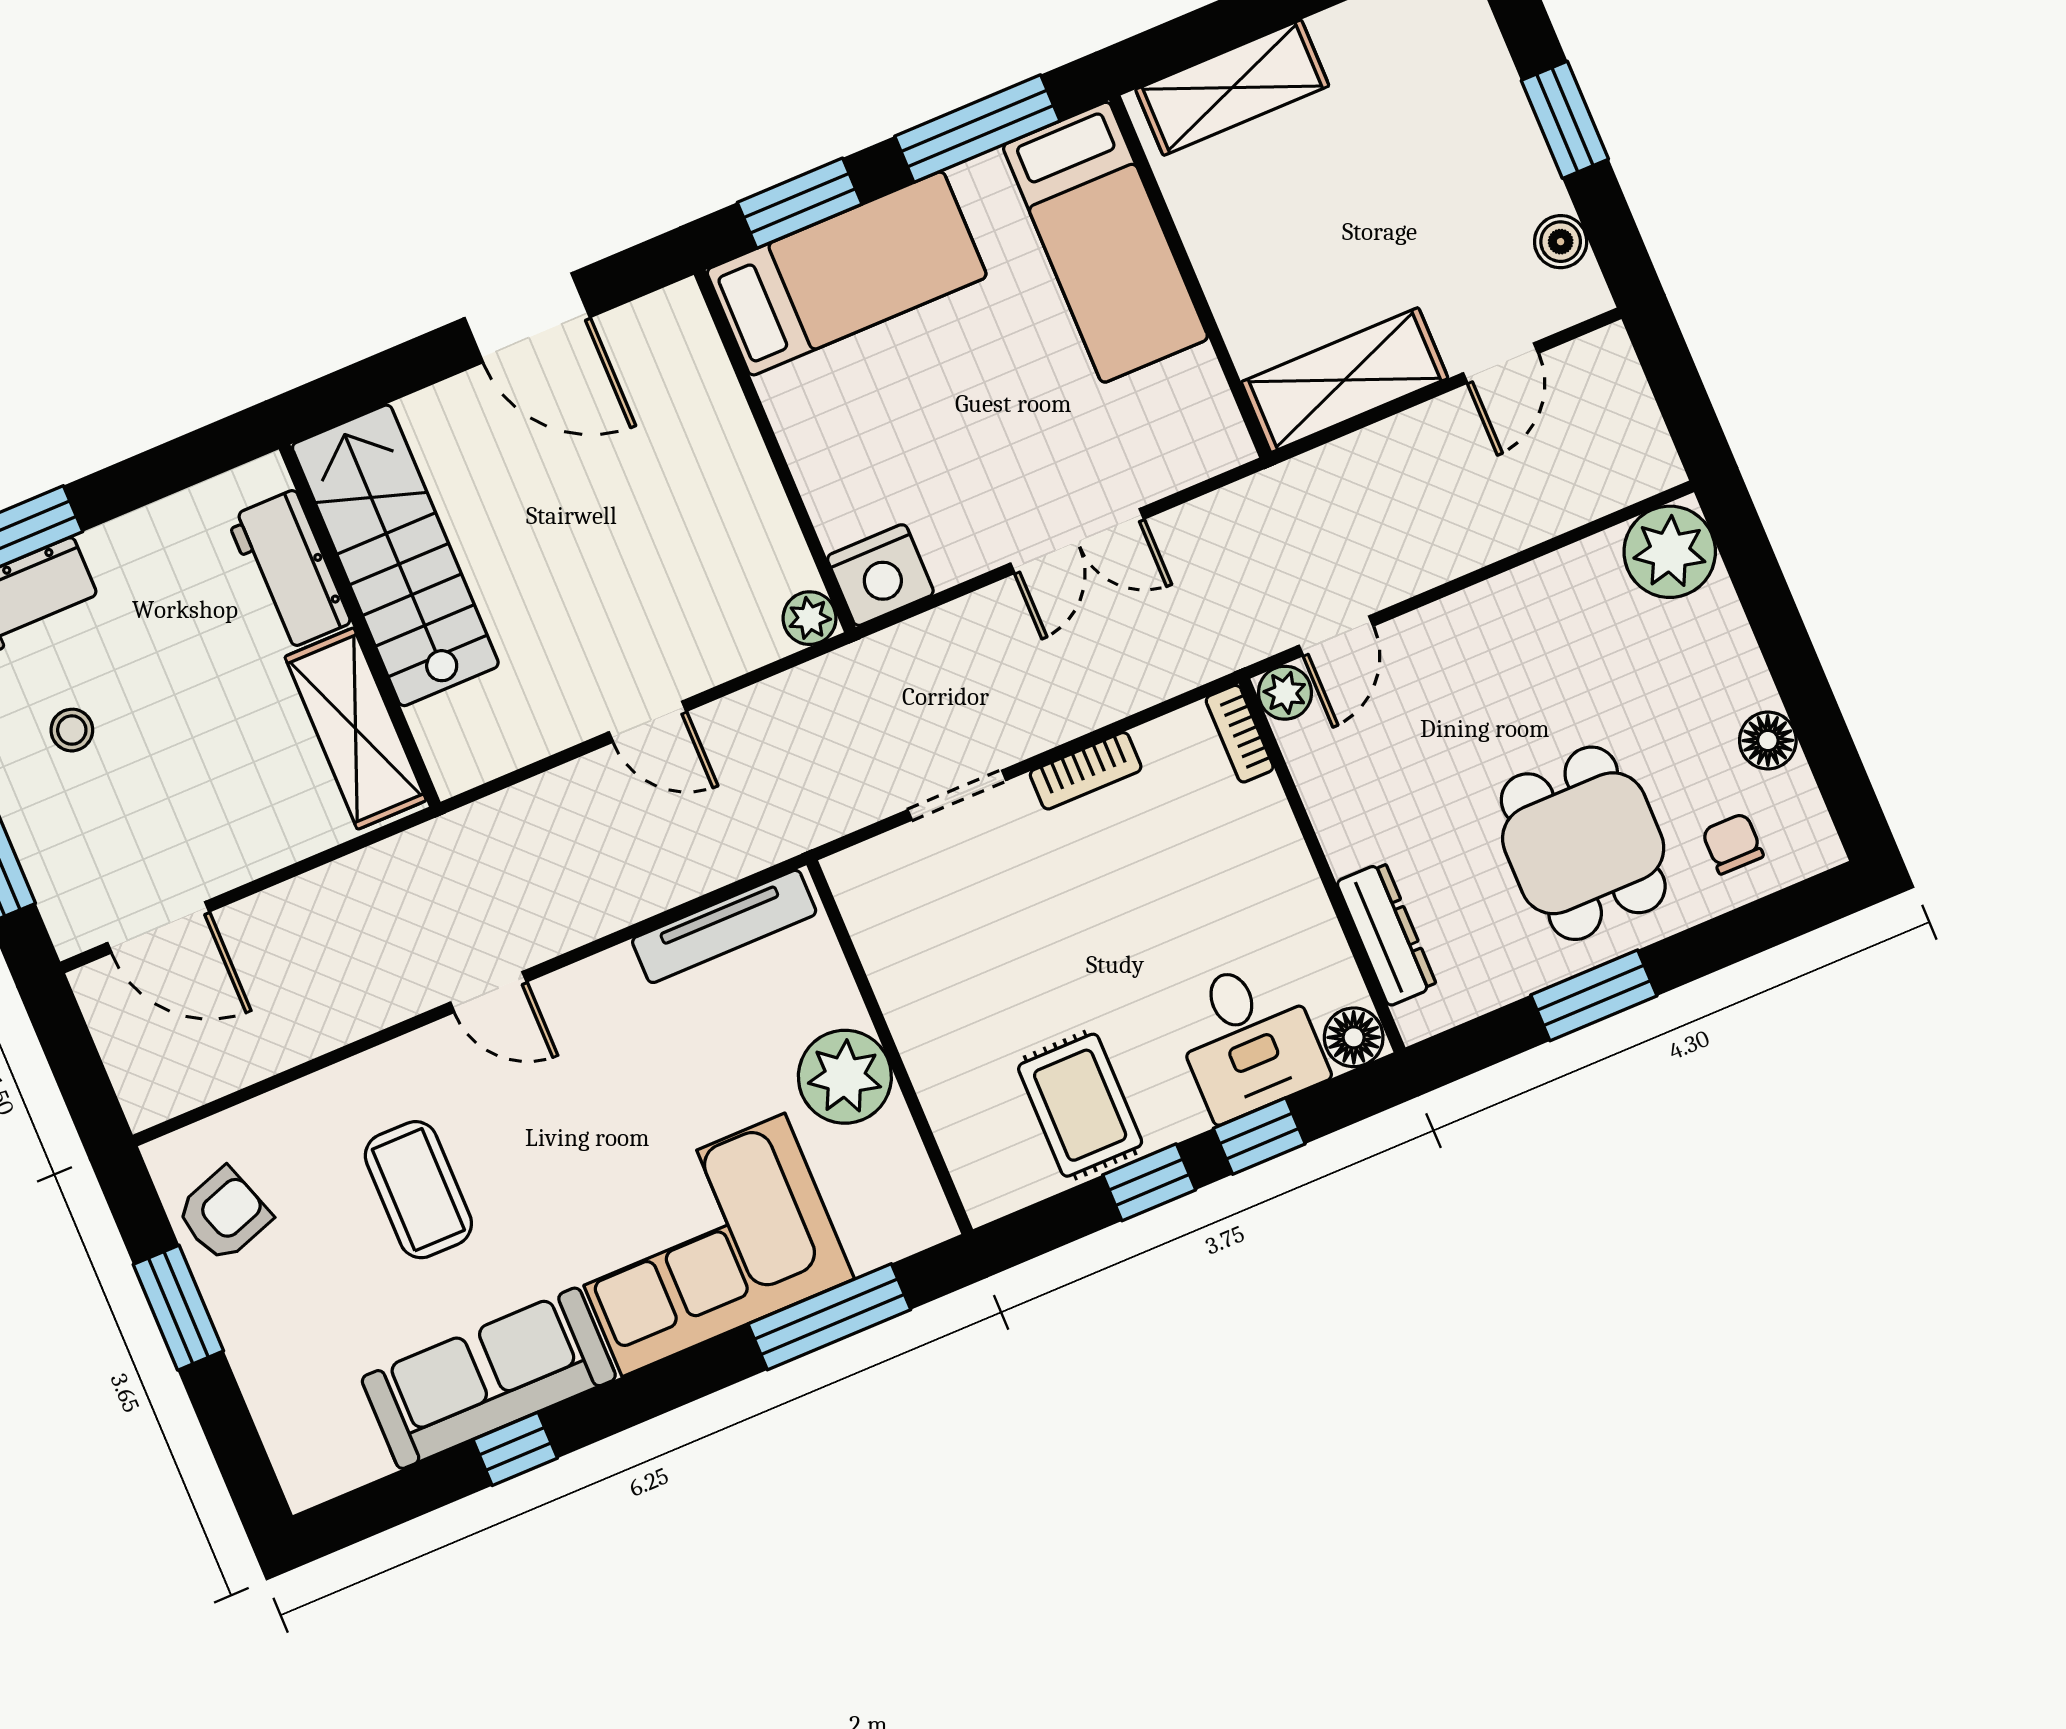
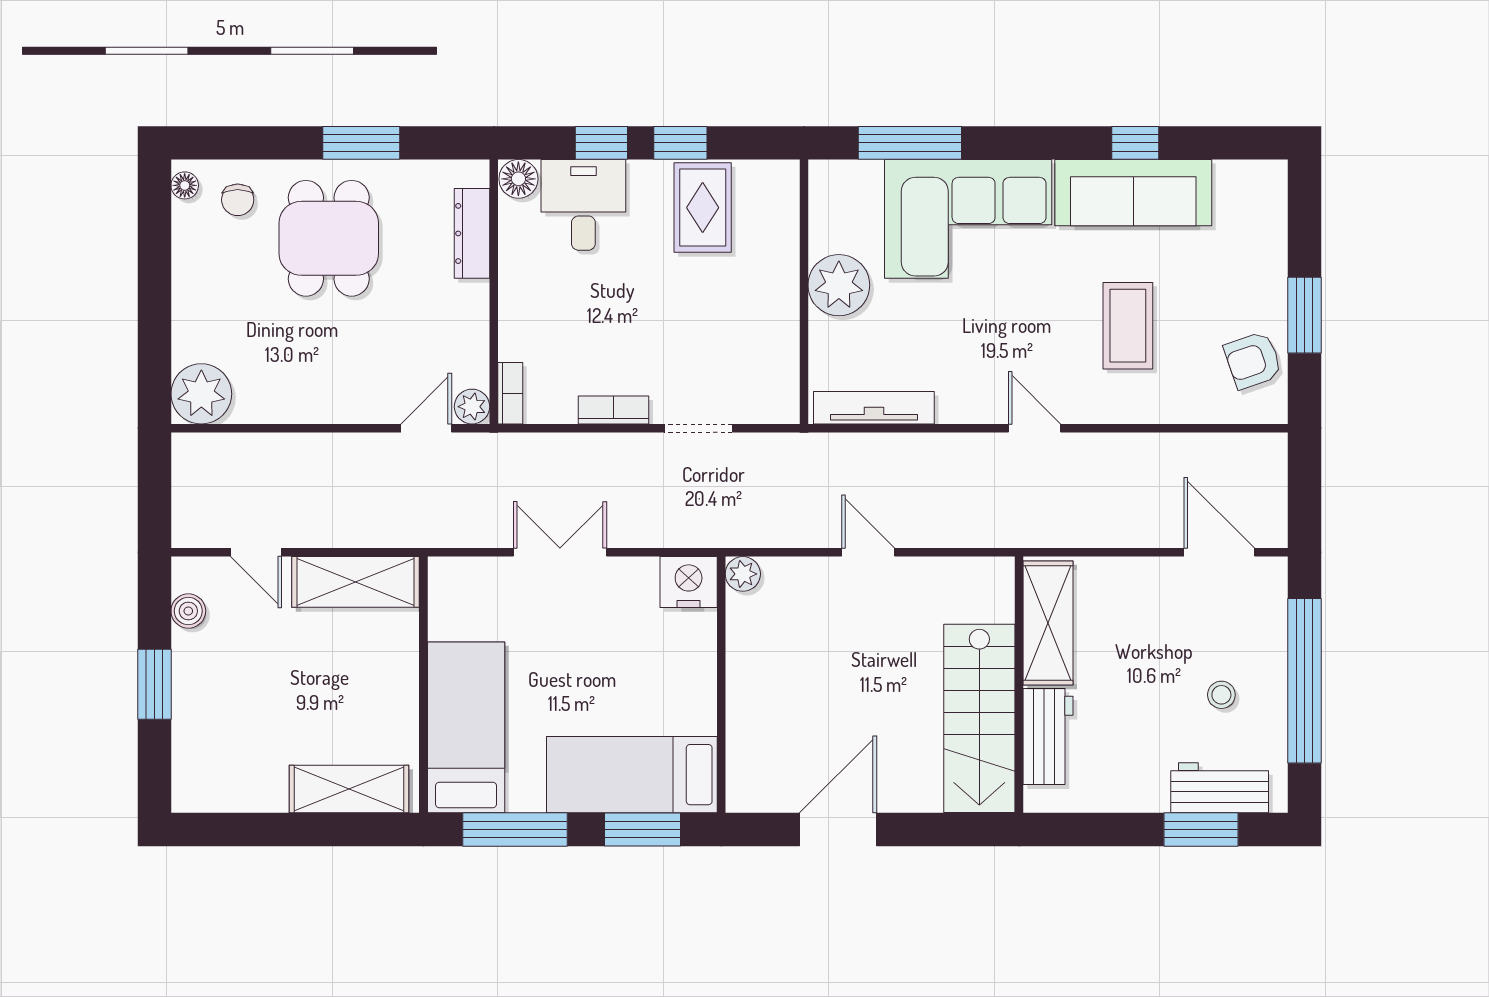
door: (527, 318) -> (838, 829), hinge flipped
door: (1501, 363) -> (256, 552), swing flipped
floor lamp: (1768, 740) -> (185, 185), moved, width x0.73, depth x0.73

